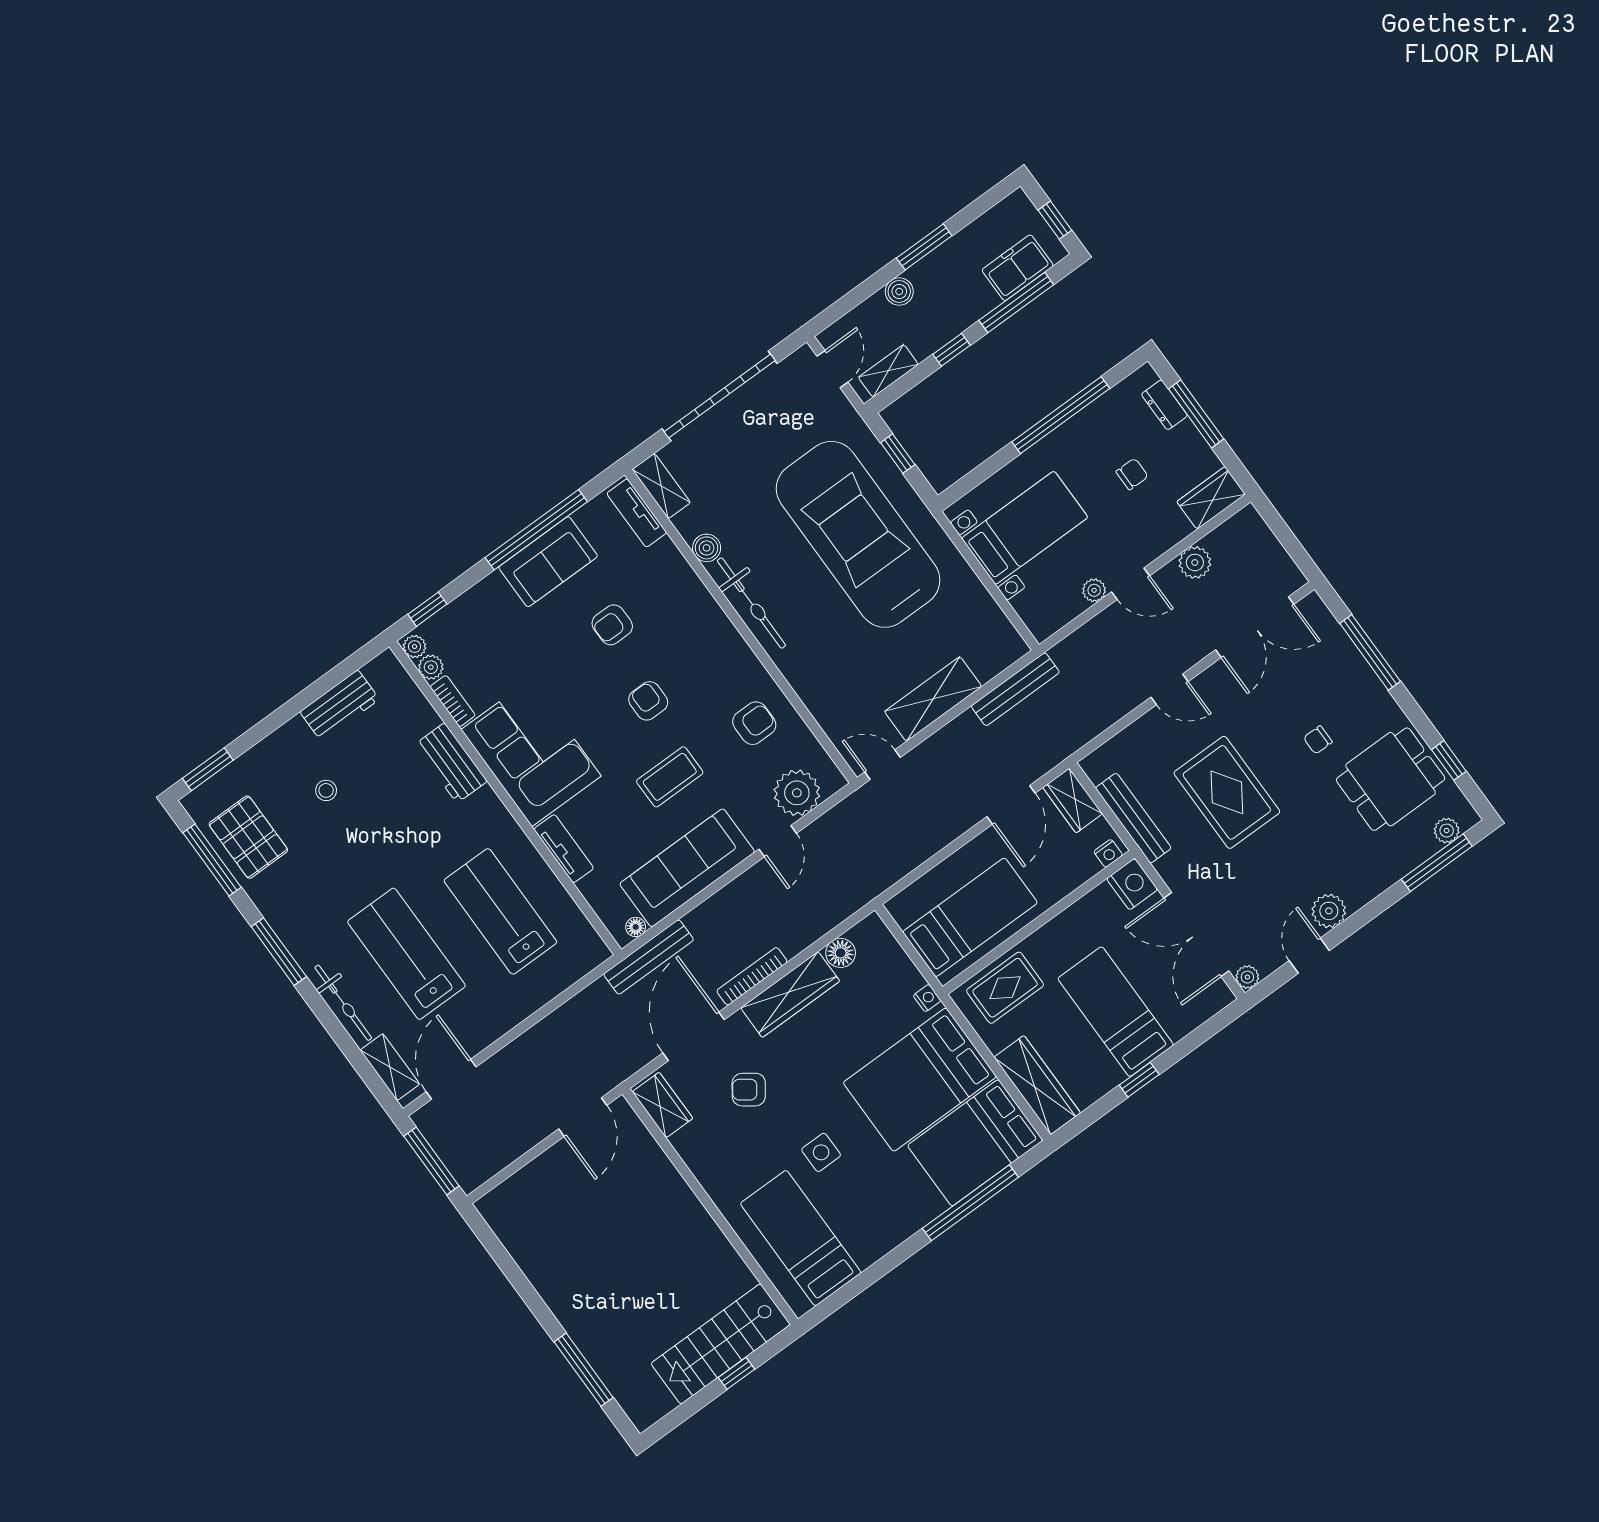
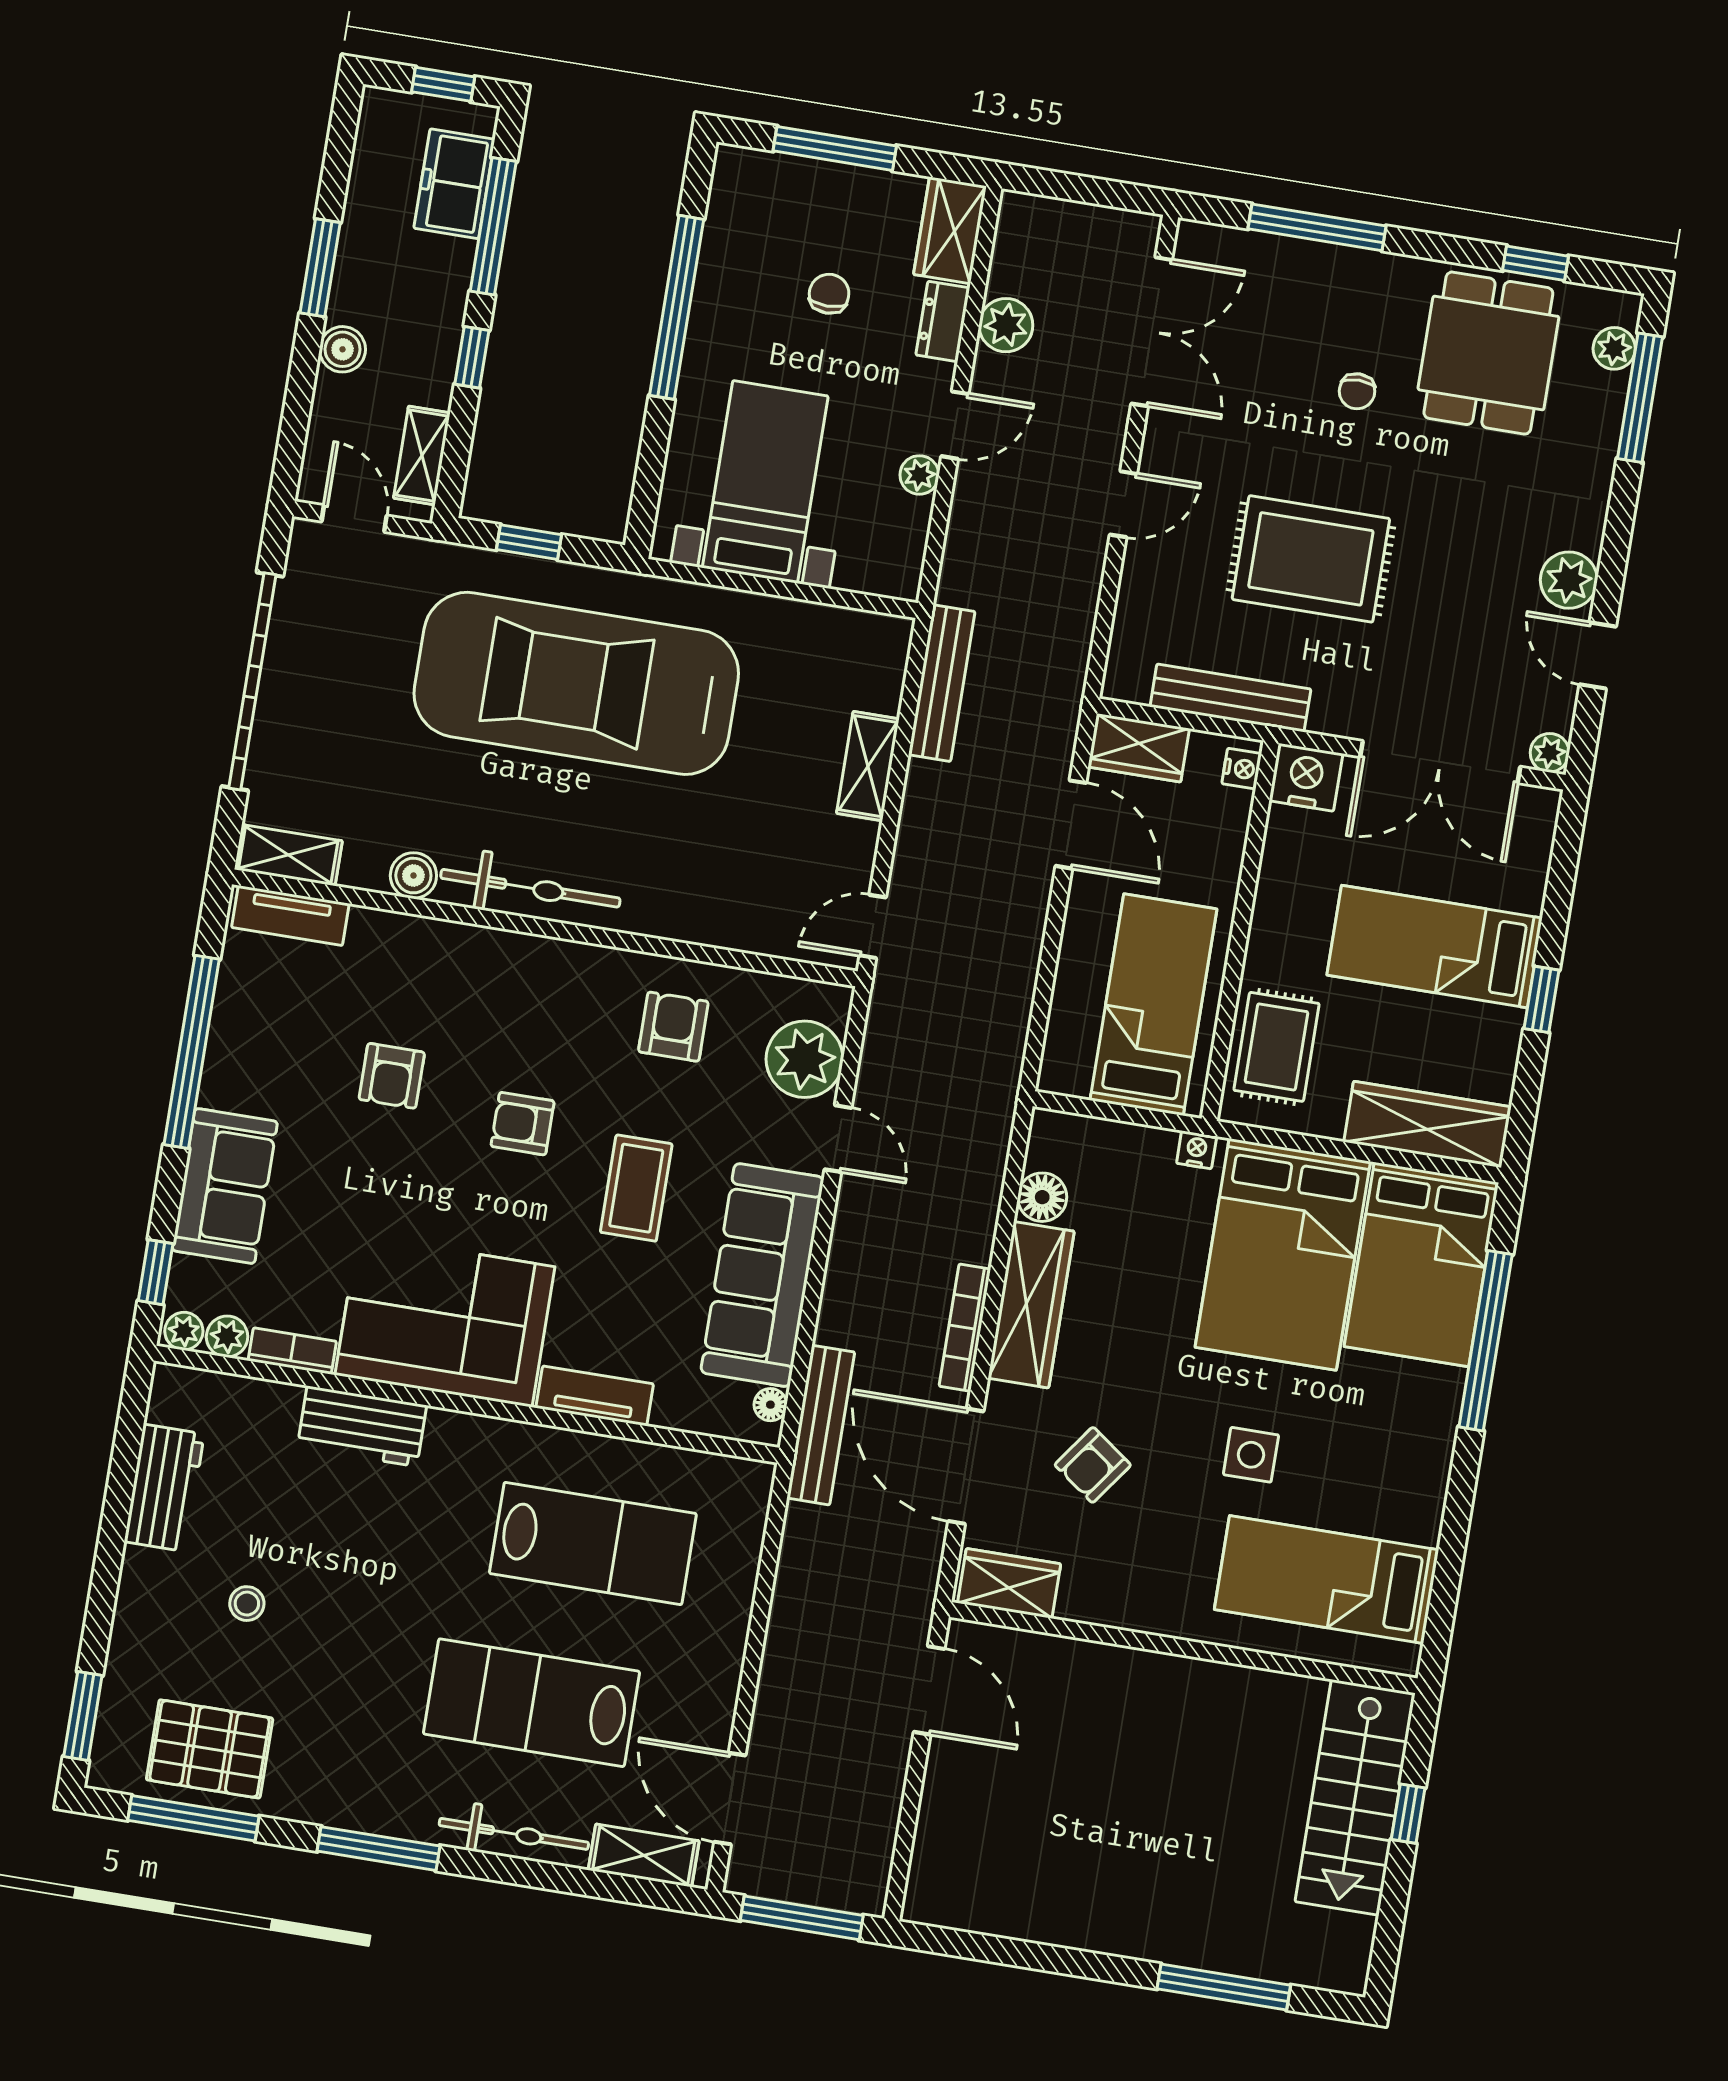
dresser: (1164, 405) -> (943, 321), moved, turned 90
sofa: (548, 562) -> (225, 1186), moved
shelving: (933, 699) -> (868, 766), width x0.67, depth x0.75
lab bench: (500, 911) -> (593, 1544), turned 180

